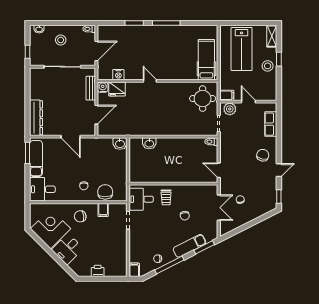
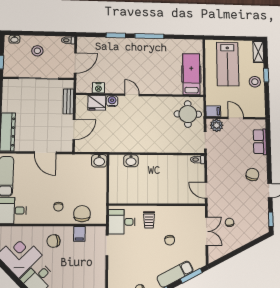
water cooler: (103, 87) -> (112, 101), moved

